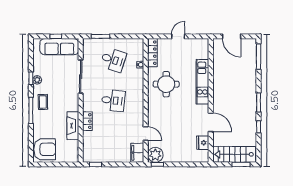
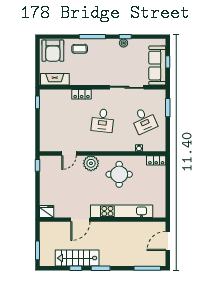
door: (178, 36) -> (168, 187), removed
locker: (152, 53) -> (156, 160), width x0.66
desk: (113, 60) -> (144, 120), turned -42
kitchen unit: (202, 82) -> (122, 211), width x1.36
coffee table: (43, 102) -> (80, 49), moved
fireplace: (73, 126) -> (55, 79), moved
fridge: (203, 143) -> (47, 212), moved
filing cabinet: (137, 153) -> (49, 145), removed
stairs: (234, 154) -> (77, 258), moved, turned -90
plant: (155, 155) -> (91, 163), moved

